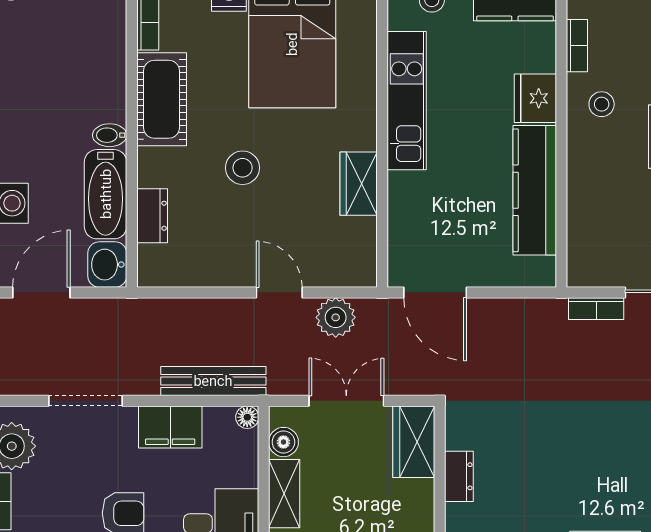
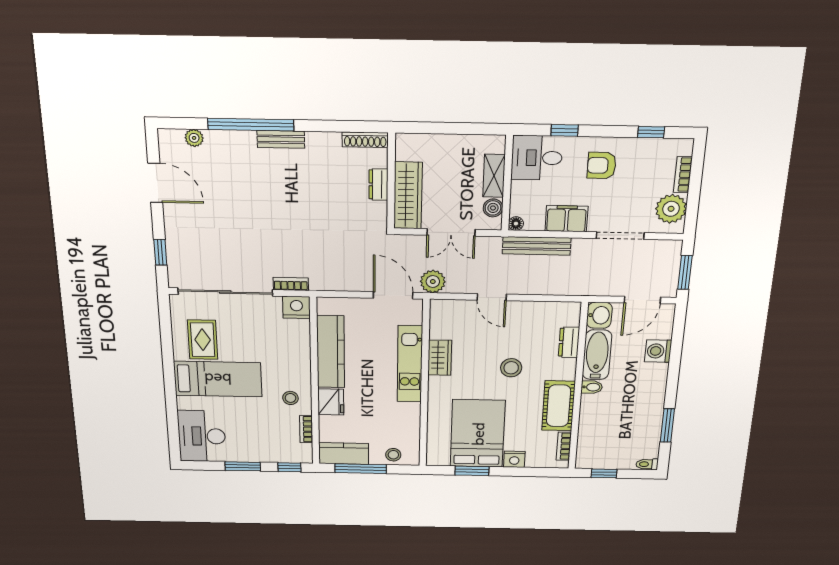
kitchen unit: (407, 101) -> (410, 364), moved
nightstand: (588, 268) -> (296, 307), added
plant: (336, 317) -> (433, 282), moved
wardrobe: (414, 442) -> (408, 195), width x1.50

